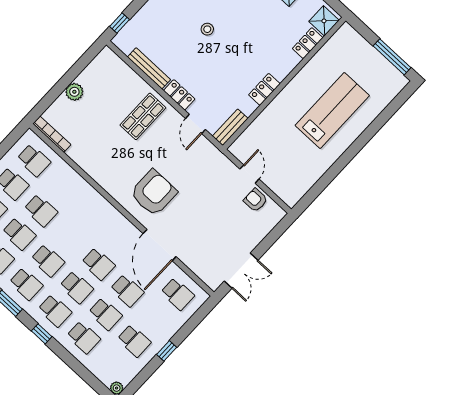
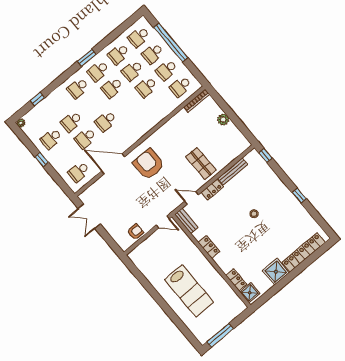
door: (249, 174) -> (163, 222), moved
armchair: (154, 193) -> (149, 164), turned 180
school desk: (77, 287) -> (92, 105), removed
window: (42, 334) -> (38, 99), moved
school desk: (84, 337) -> (58, 105), removed

